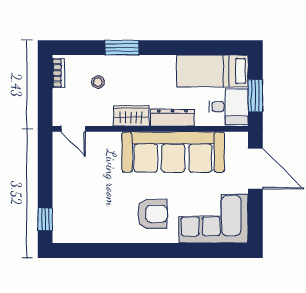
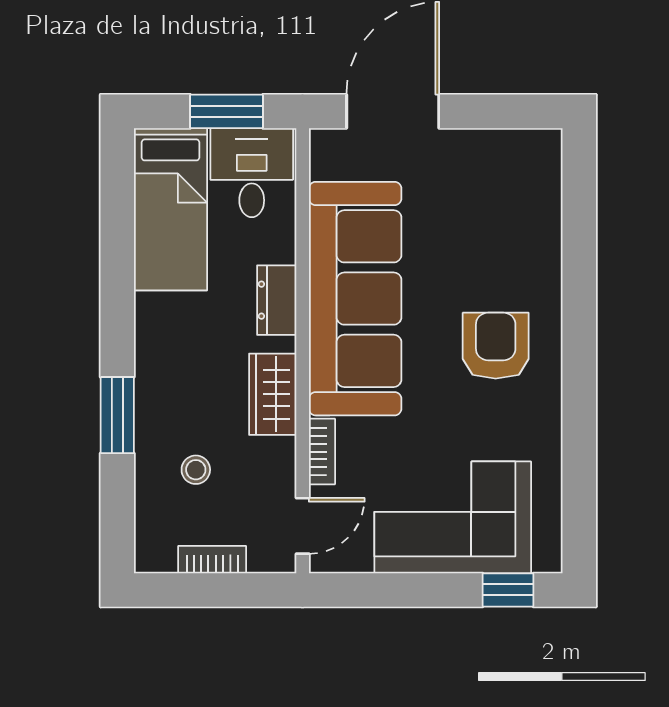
bookcase: (58, 73) -> (212, 560), moved
dresser: (172, 118) -> (277, 300), width x0.70
bookcase: (106, 137) -> (322, 452), added
corner sofa: (213, 219) -> (453, 517), moved, turned 90

